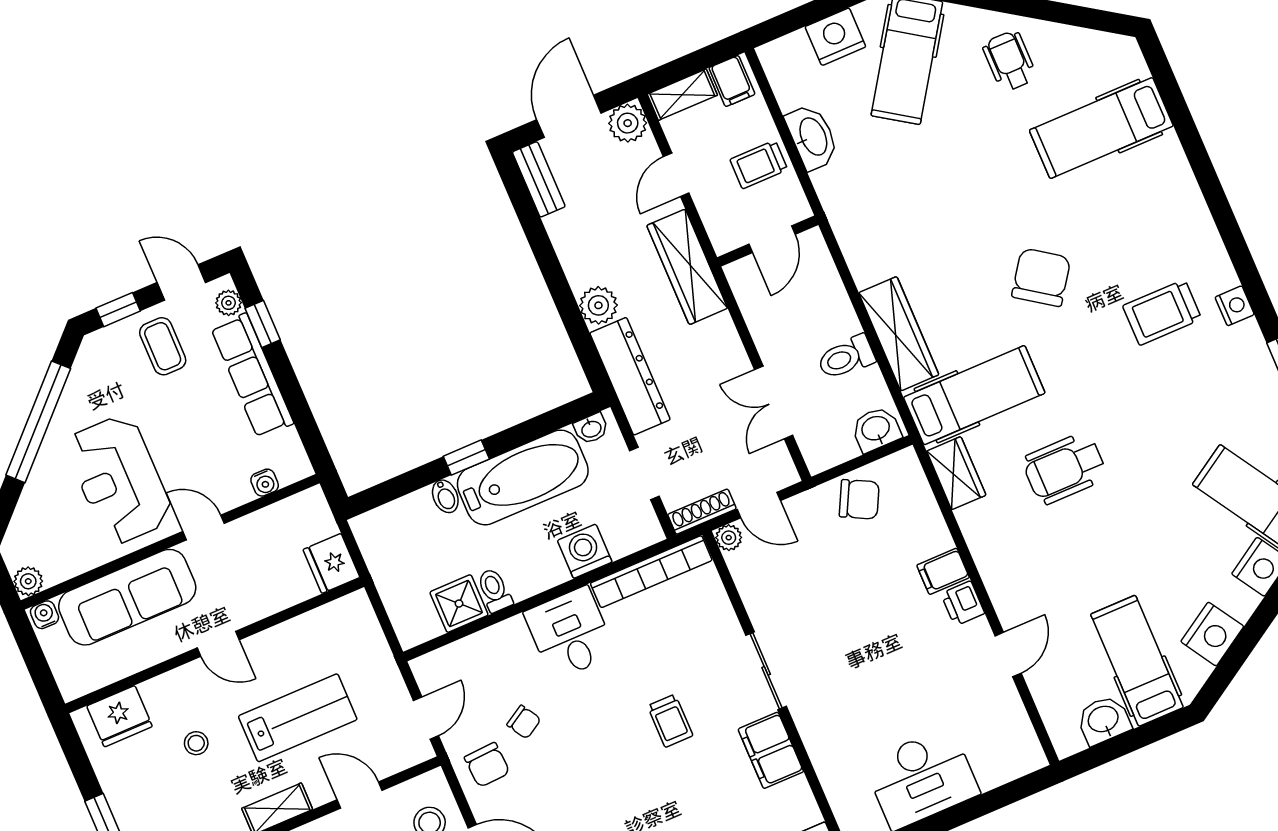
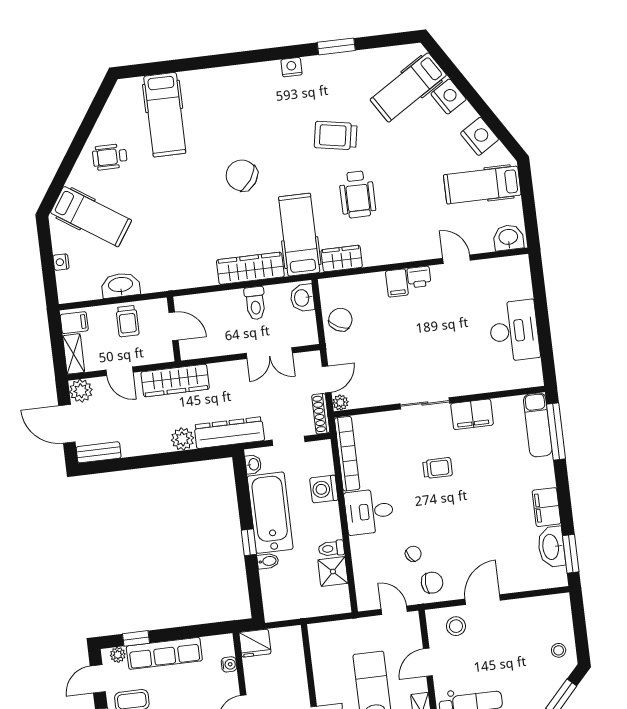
nightstand: (835, 37) -> (61, 262), width x0.53, depth x0.56
trolley: (1162, 312) -> (336, 136), moved, turned 100
fridge: (331, 563) -> (255, 643), moved
washbasin: (1104, 720) -> (508, 238), moved, turned 90

